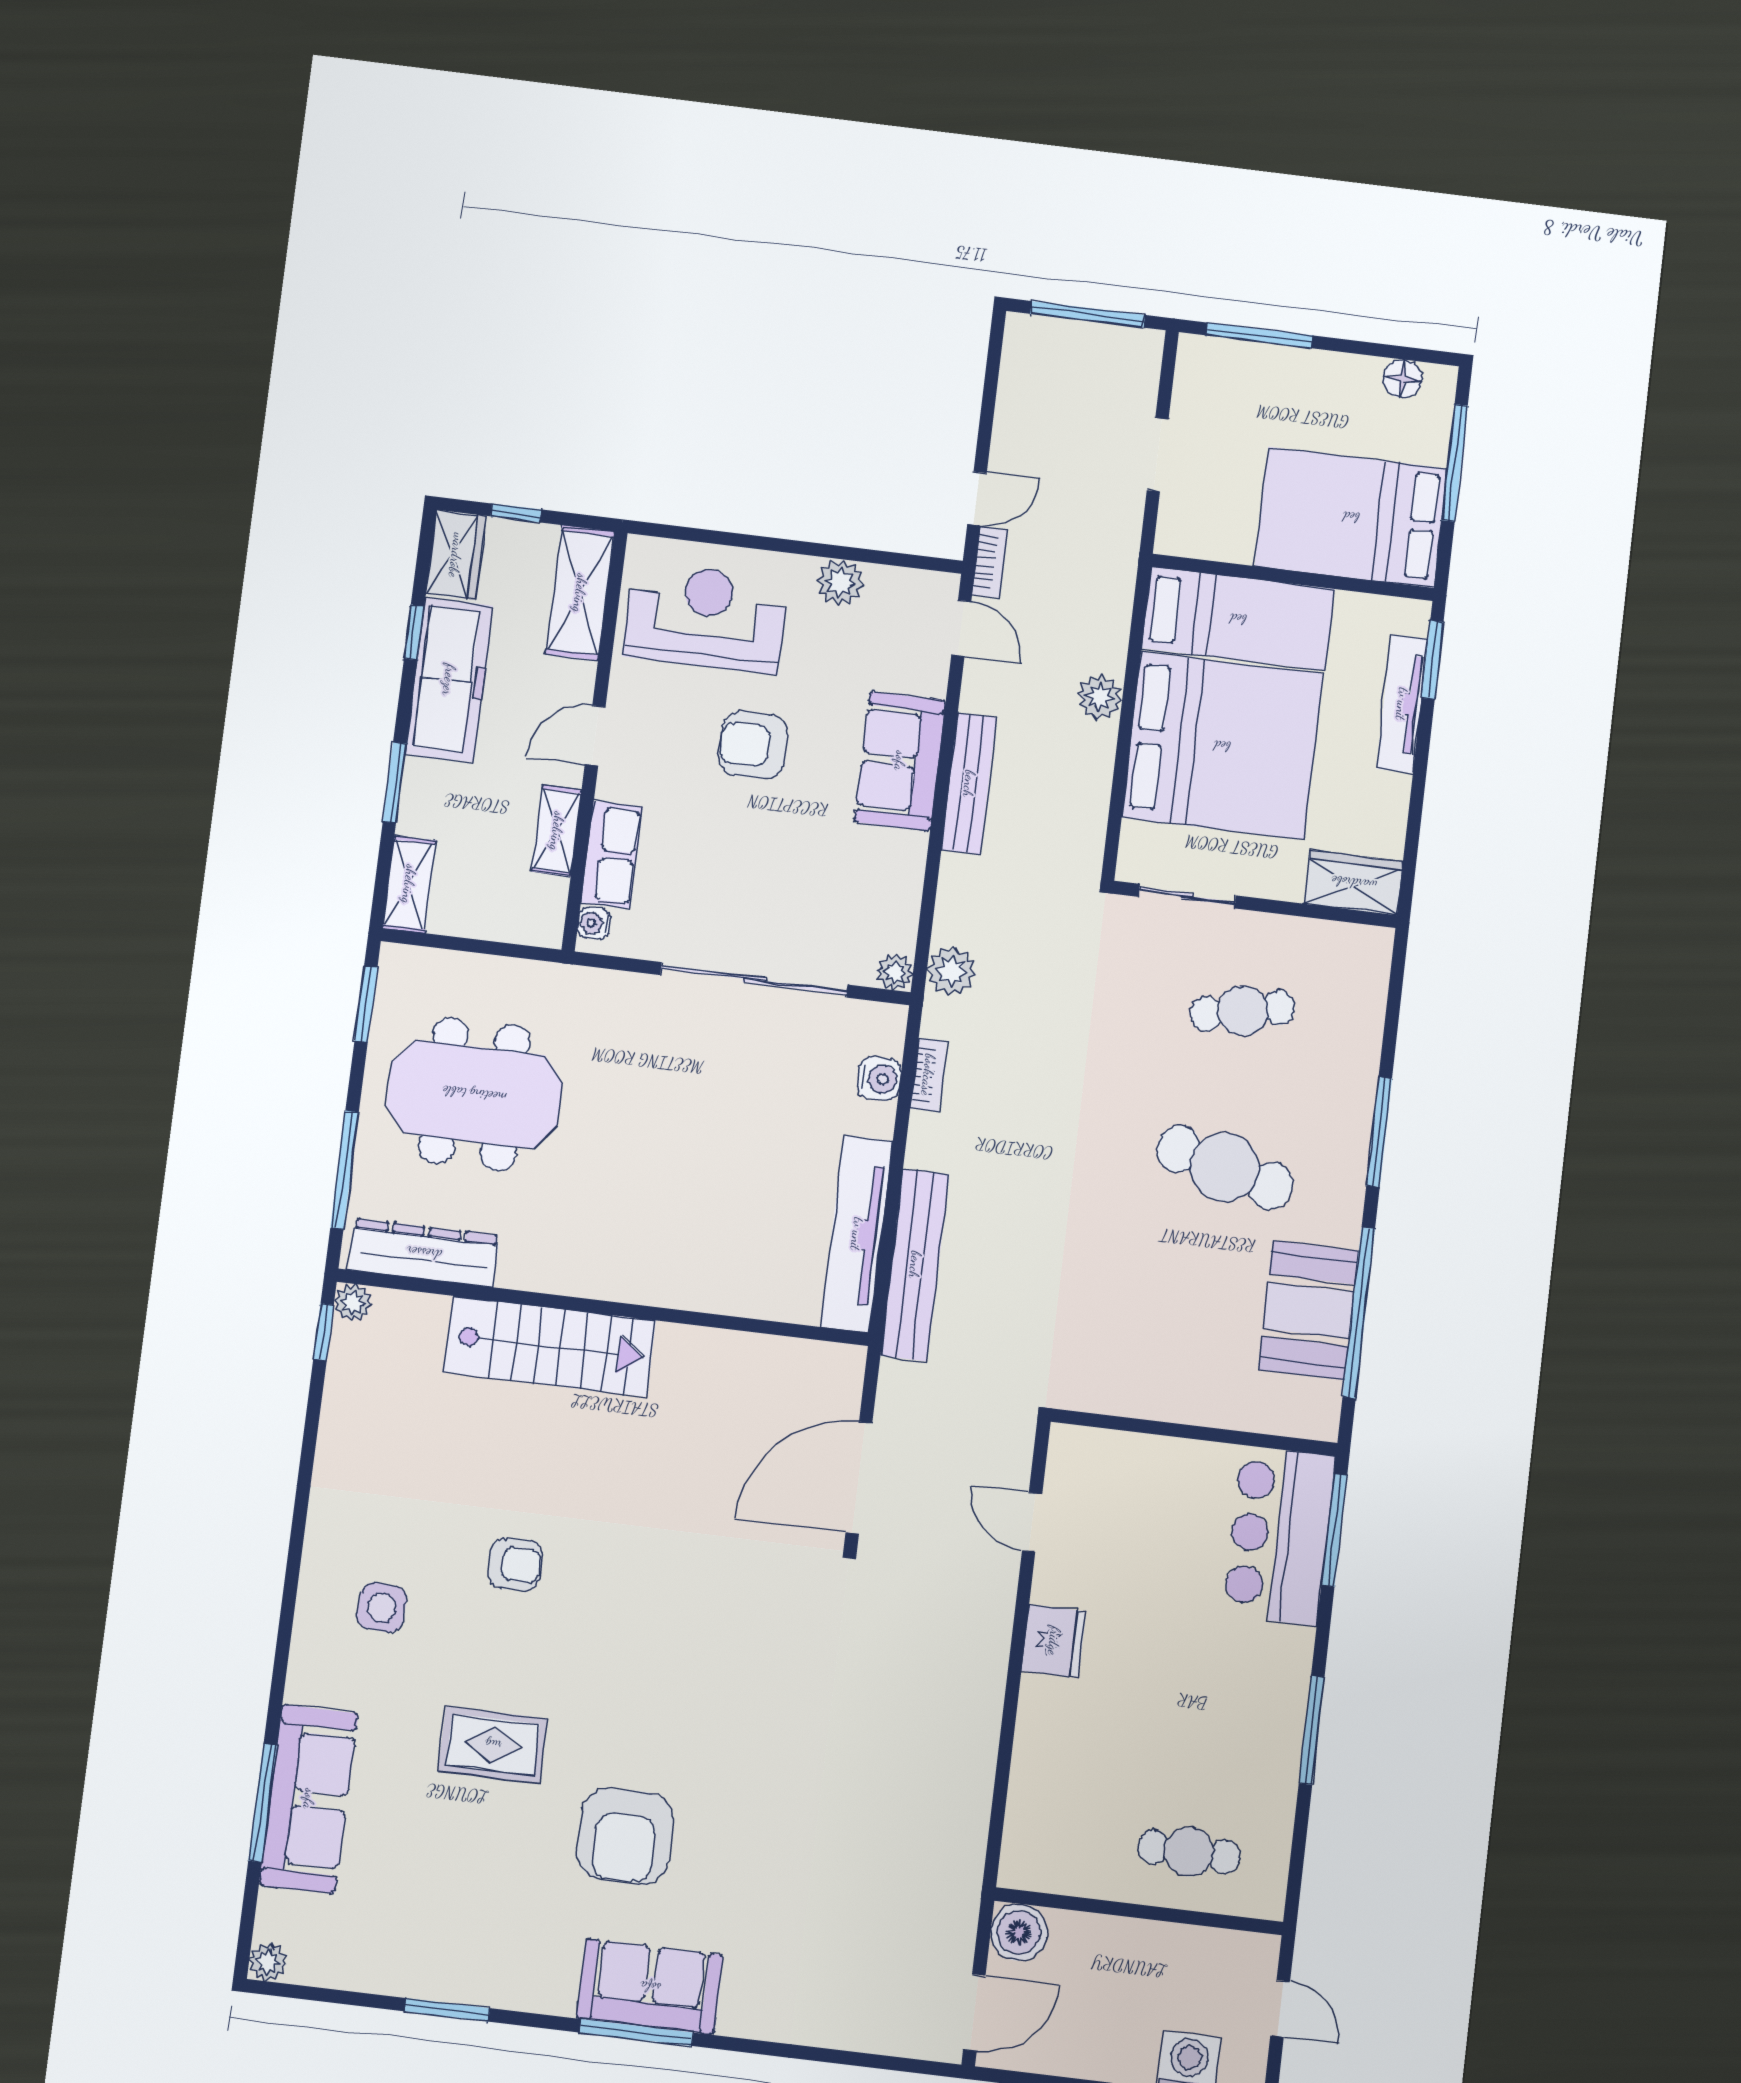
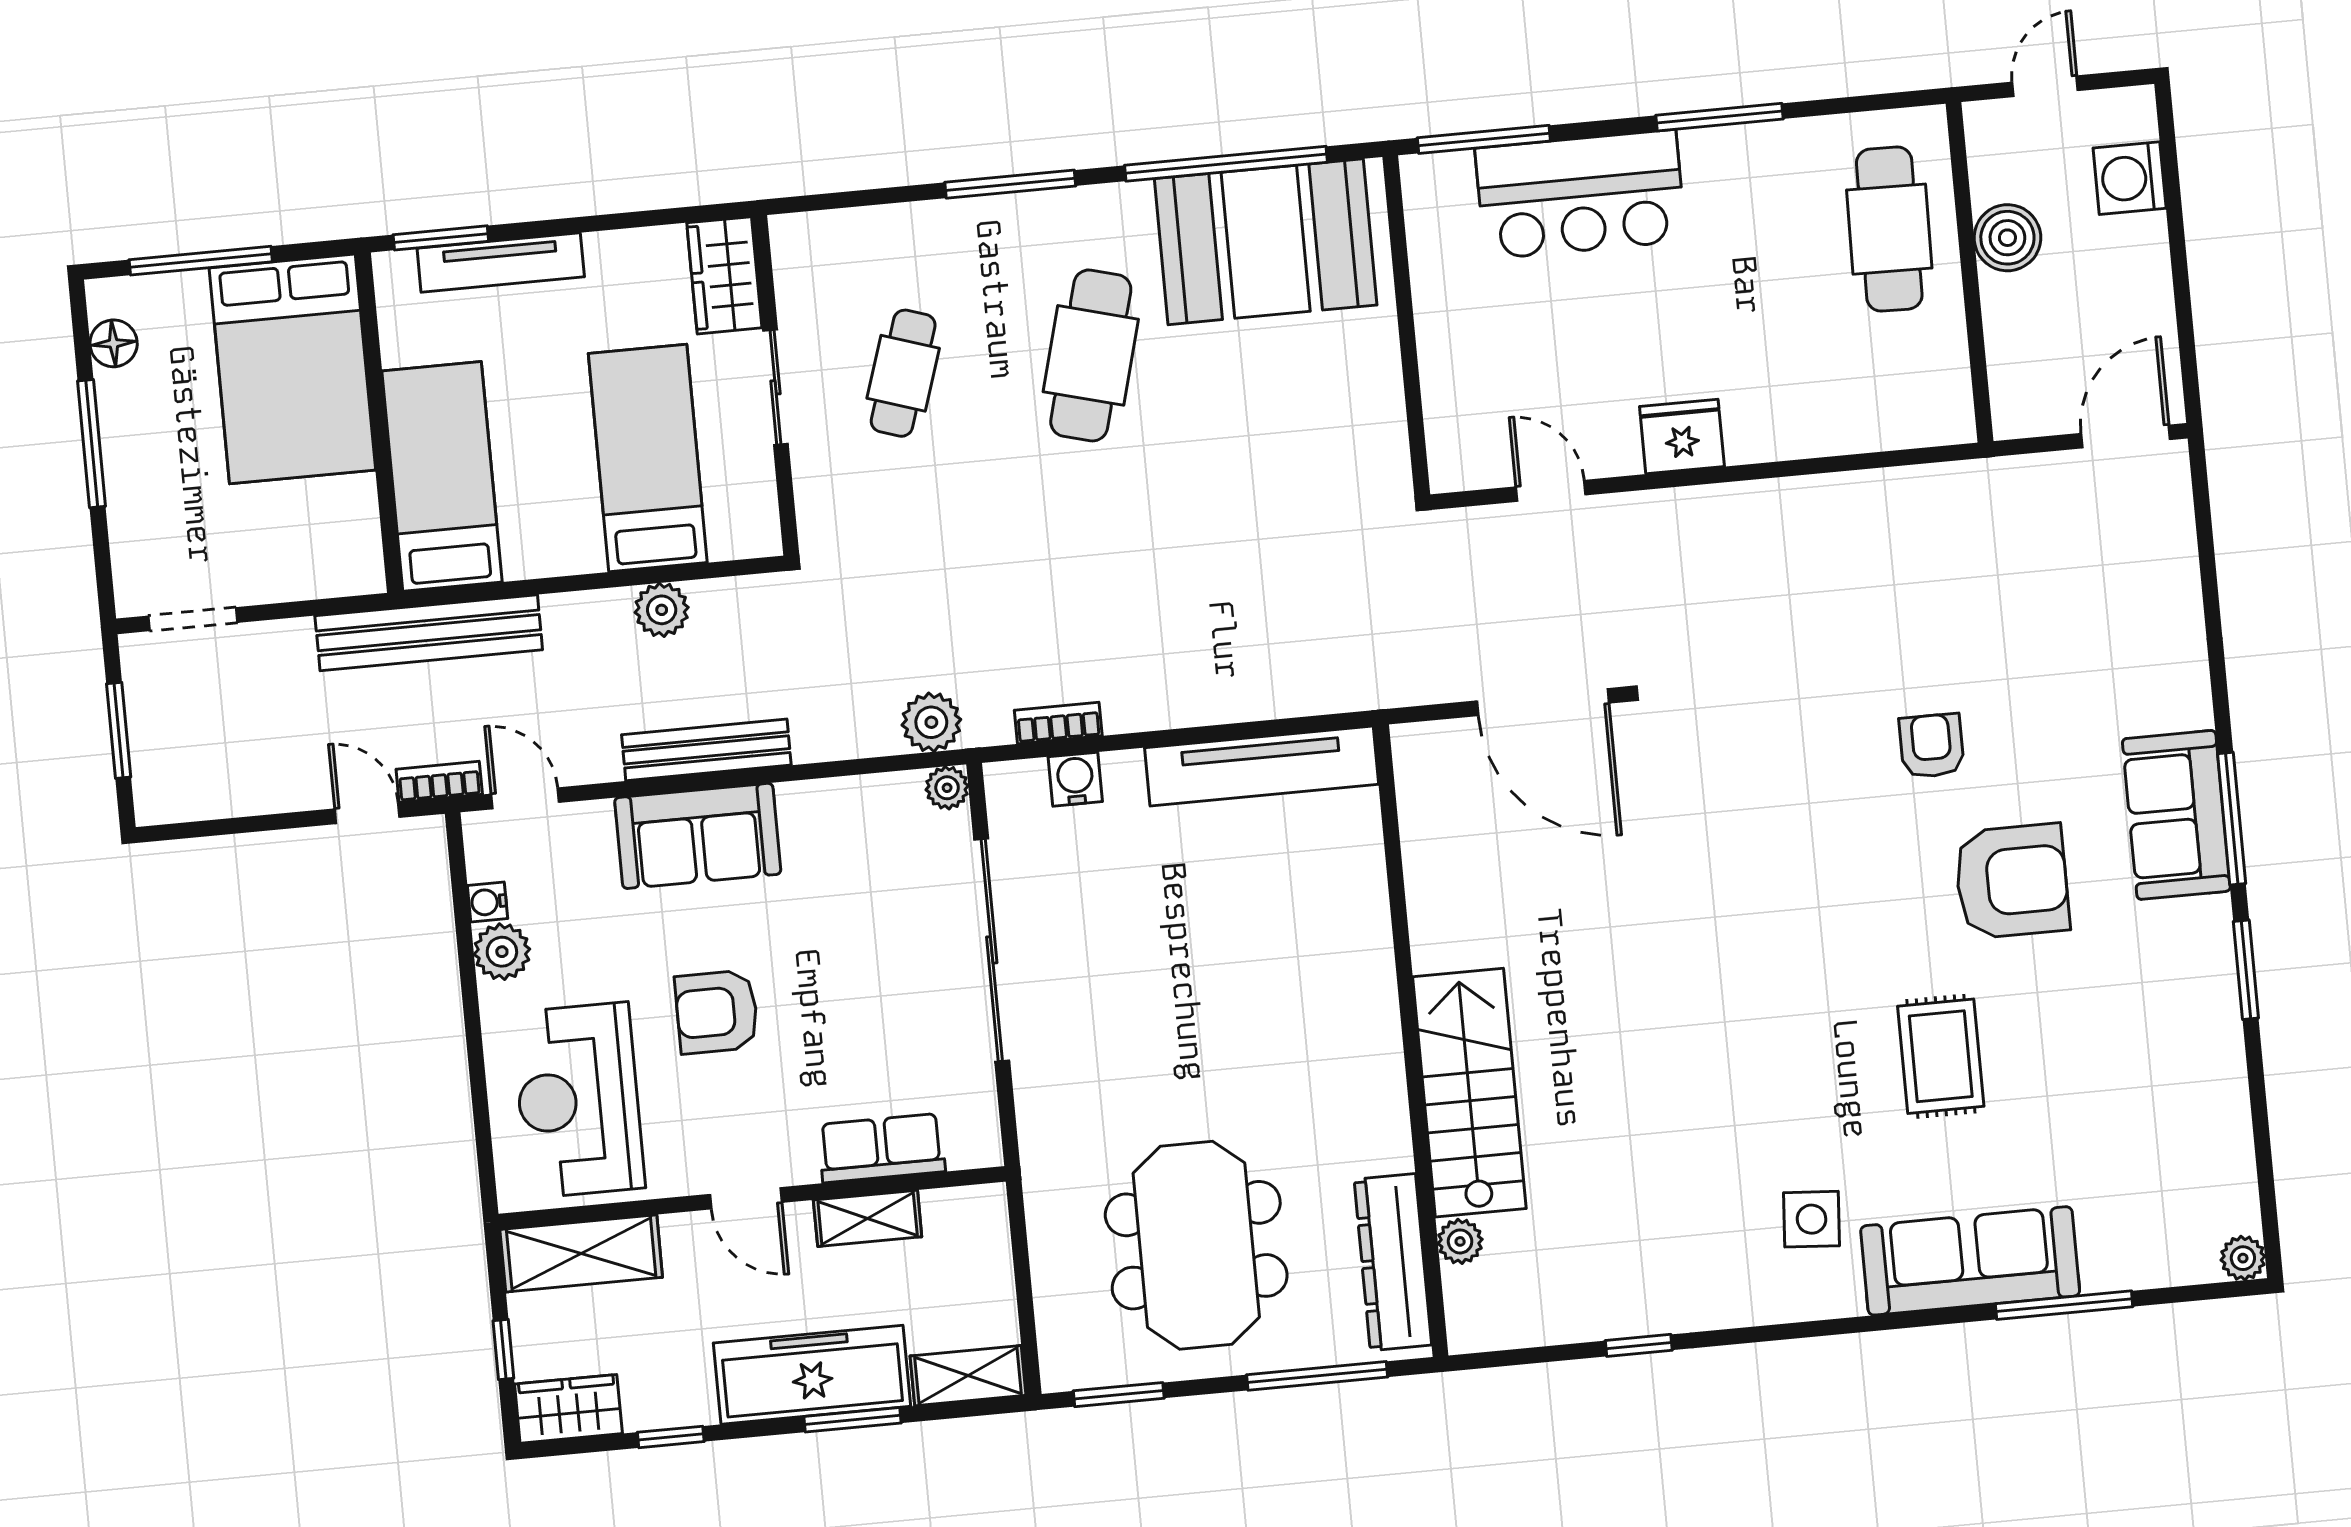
window: (1088, 314) -> (119, 730), width x0.69
window: (1259, 335) -> (92, 444), moved
doorway: (1158, 455) -> (193, 619), moved
door: (961, 628) -> (525, 798), hinge flipped
freezer: (449, 680) -> (812, 1375), moved
plant: (1100, 697) -> (662, 610), moved
armchair: (753, 745) -> (717, 1012), turned 90
bed: (1222, 746) -> (648, 458), width x0.49
sliding door: (1187, 896) -> (775, 387), moved
water cooler: (594, 923) -> (488, 902), moved, turned 90
cafe table: (1243, 1011) -> (903, 373), turned 30
bench: (915, 1265) -> (429, 633), moved
plant: (353, 1303) -> (1460, 1241), moved
booth: (1309, 1310) -> (1266, 242), width x1.36, depth x1.42
window: (324, 1332) -> (1639, 1345), moved
door: (1032, 1522) -> (1551, 491), swing flipped
bar counter: (1279, 1536) -> (1580, 194), moved
armchair: (515, 1564) -> (1932, 746), moved
sofa: (309, 1799) -> (1970, 1261), moved
cafe table: (1189, 1852) -> (1889, 229), width x1.37, depth x1.35
boiler: (1019, 1932) -> (2007, 238), moved
window: (447, 2010) -> (2246, 970), moved
door: (974, 2013) -> (2126, 437), hinge flipped

